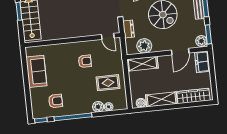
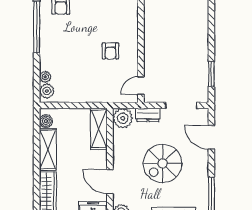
plant: (144, 46) -> (123, 118), moved
rug: (108, 83) -> (78, 79), removed
plant: (98, 107) -> (47, 91), moved

